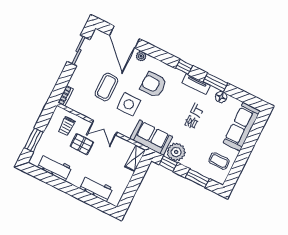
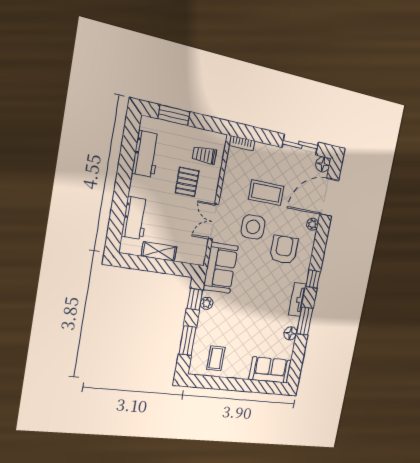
floor lamp: (98, 36) -> (323, 164), added
sofa: (242, 127) -> (270, 370), width x0.73
double door: (105, 128) -> (213, 222), moved
plant: (176, 152) -> (207, 303), width x0.53, depth x0.53
shelving: (135, 158) -> (159, 252), moved

